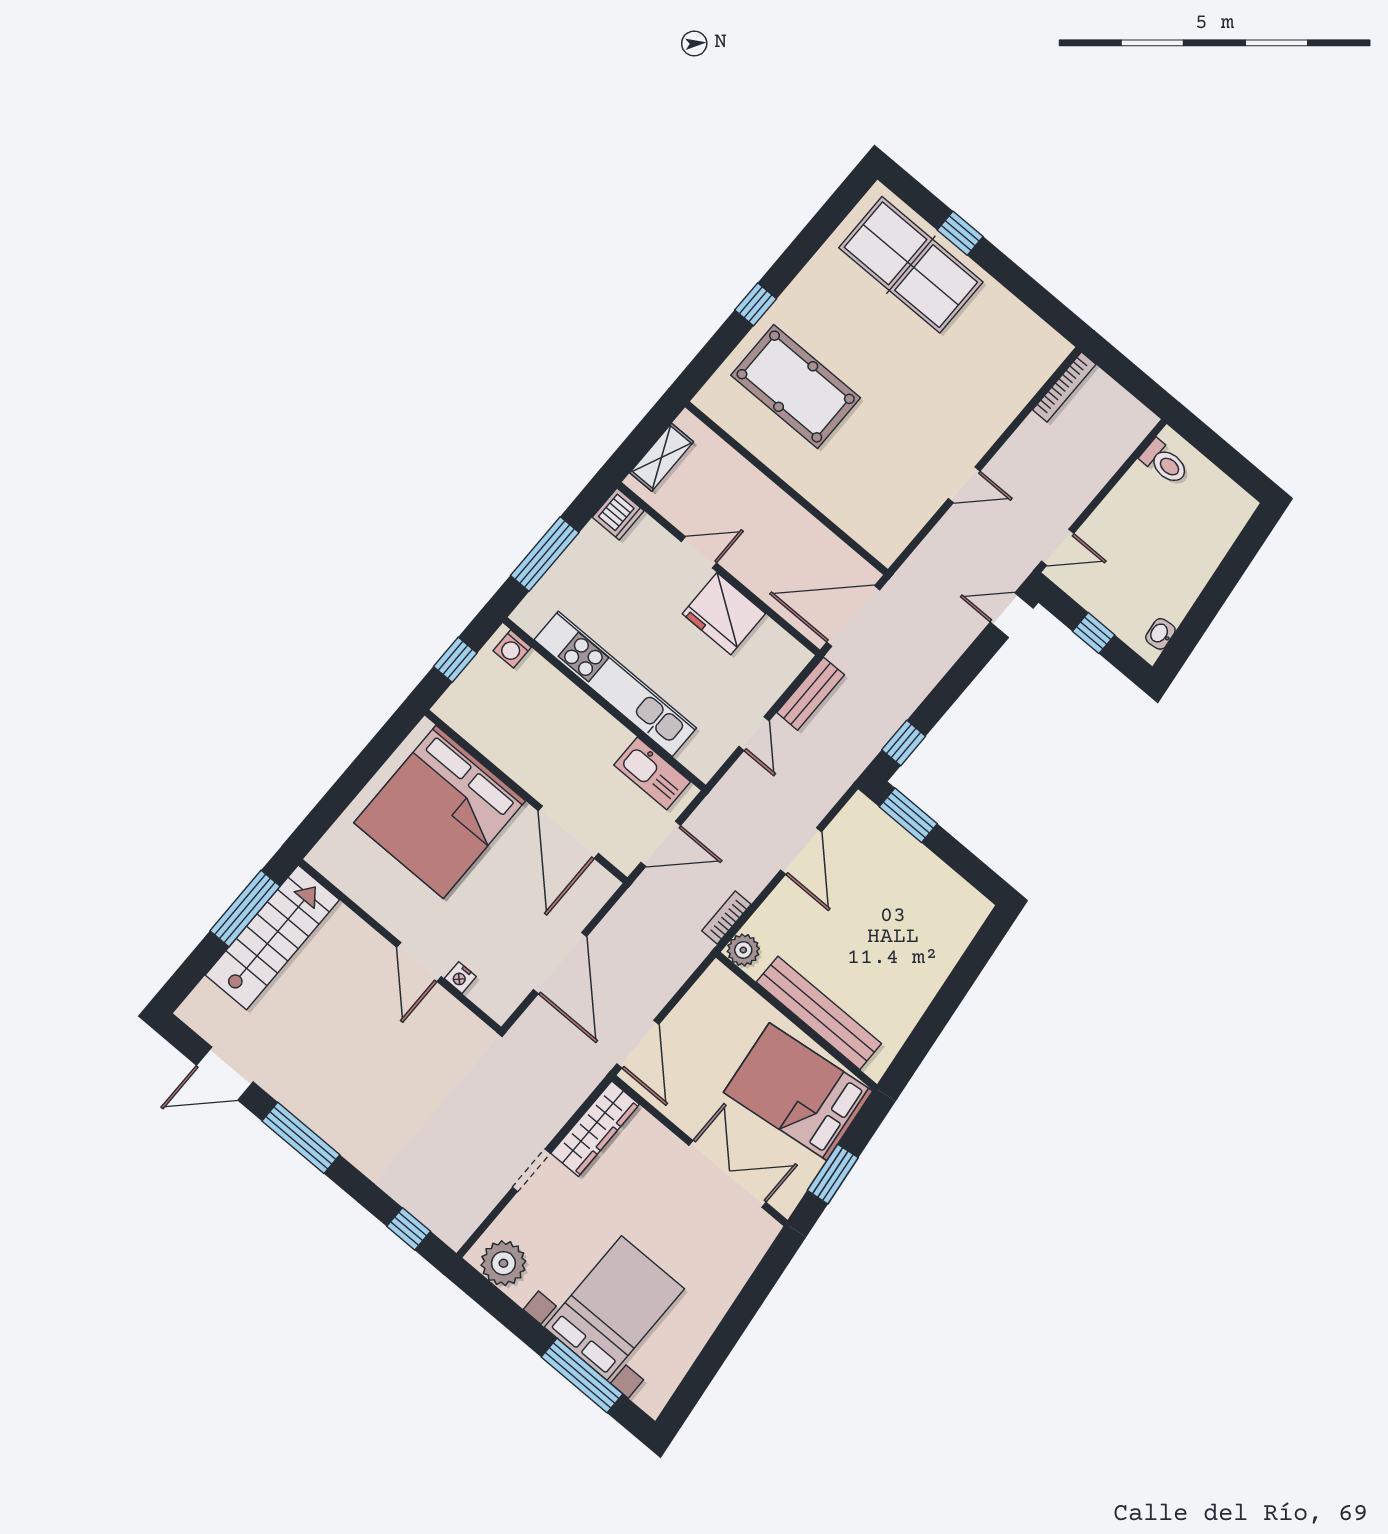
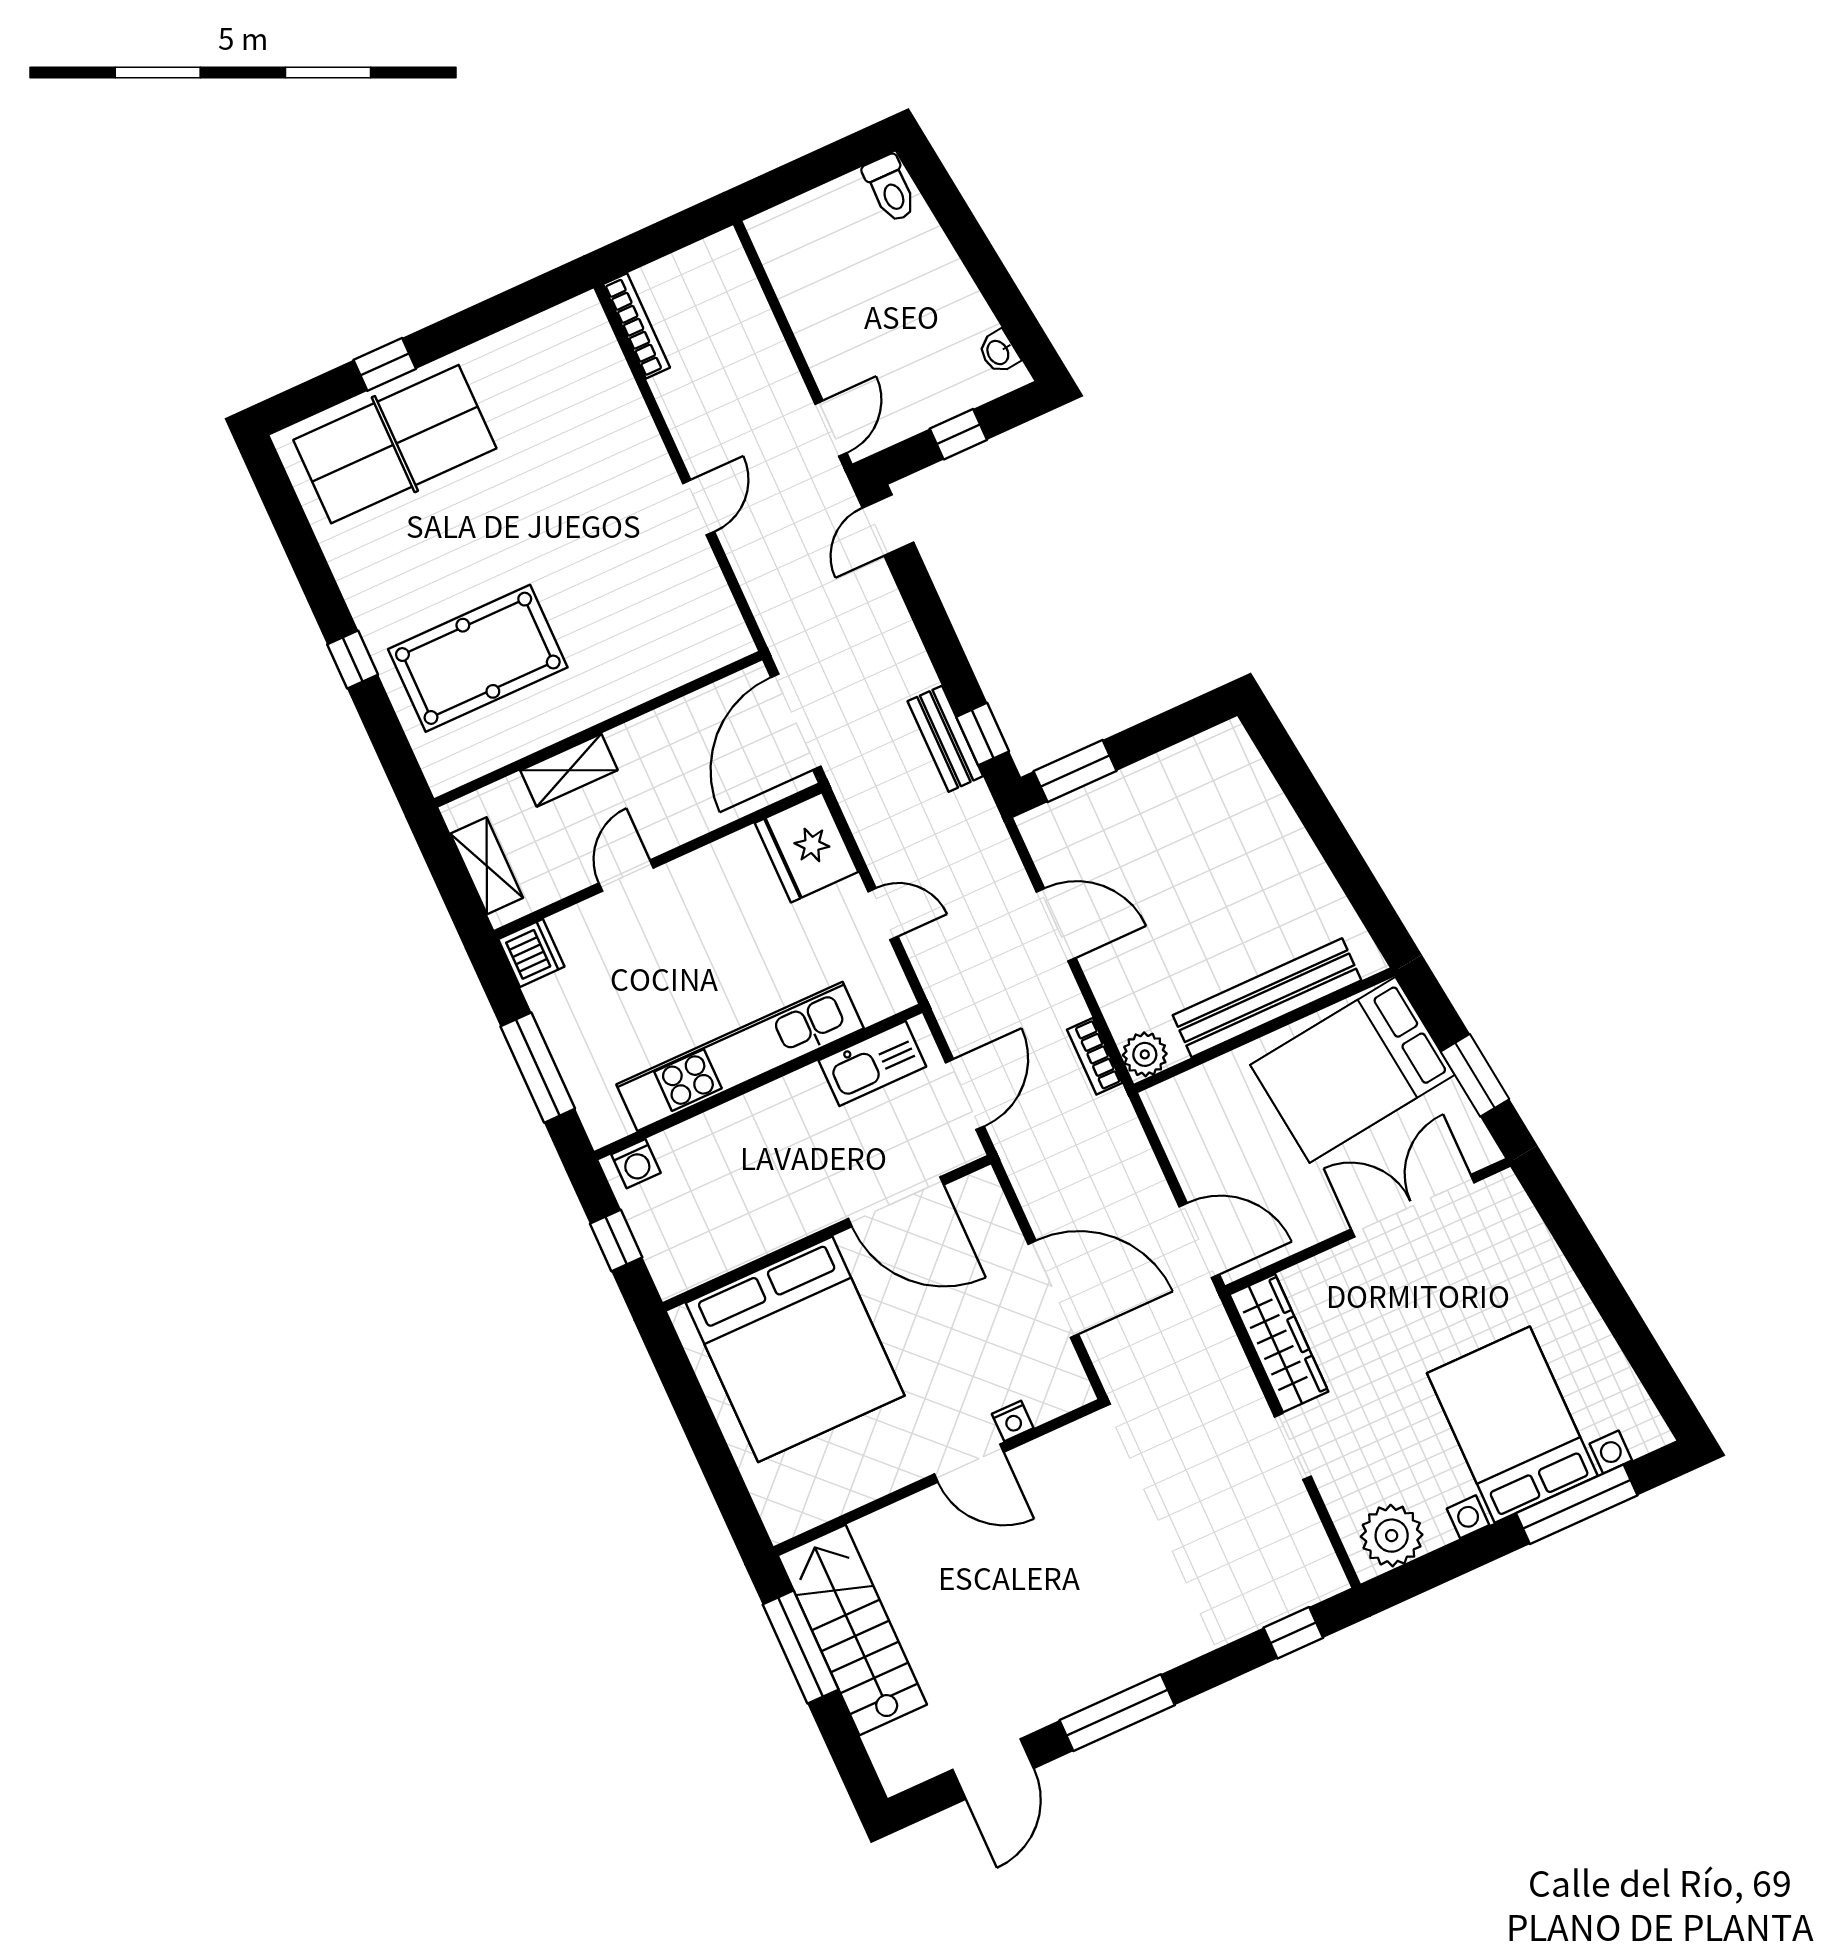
toilet: (1165, 462) -> (890, 189), moved, turned 90
shelving: (750, 482) -> (569, 770), added
fridge: (724, 614) -> (806, 847), moved, turned 90
bench: (811, 694) -> (945, 739), moved

